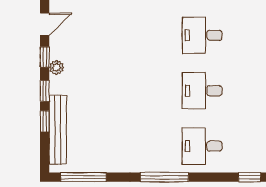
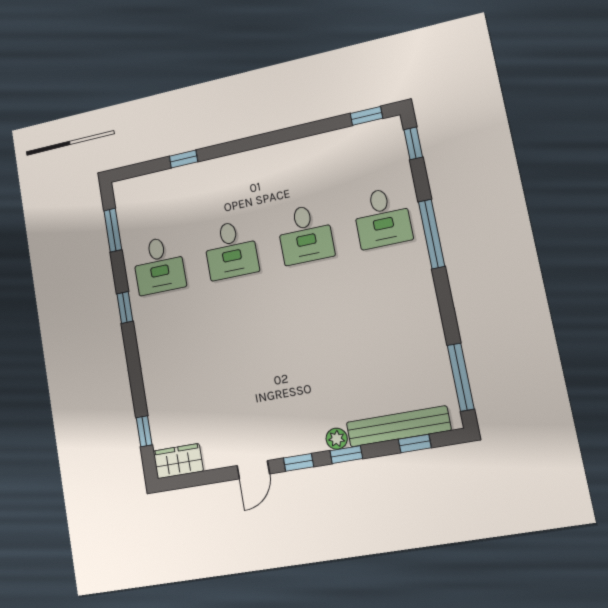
door: (45, 24) -> (253, 470), swing flipped
plant: (57, 67) -> (337, 439), moved
window: (45, 121) -> (415, 443), moved
window: (164, 177) -> (432, 234), moved

